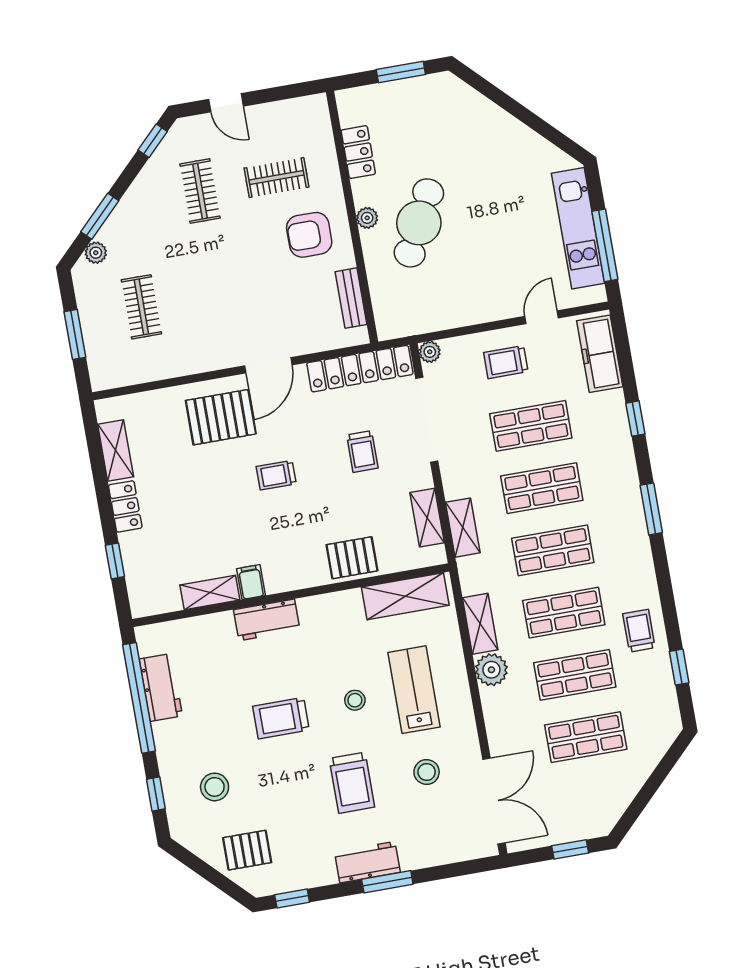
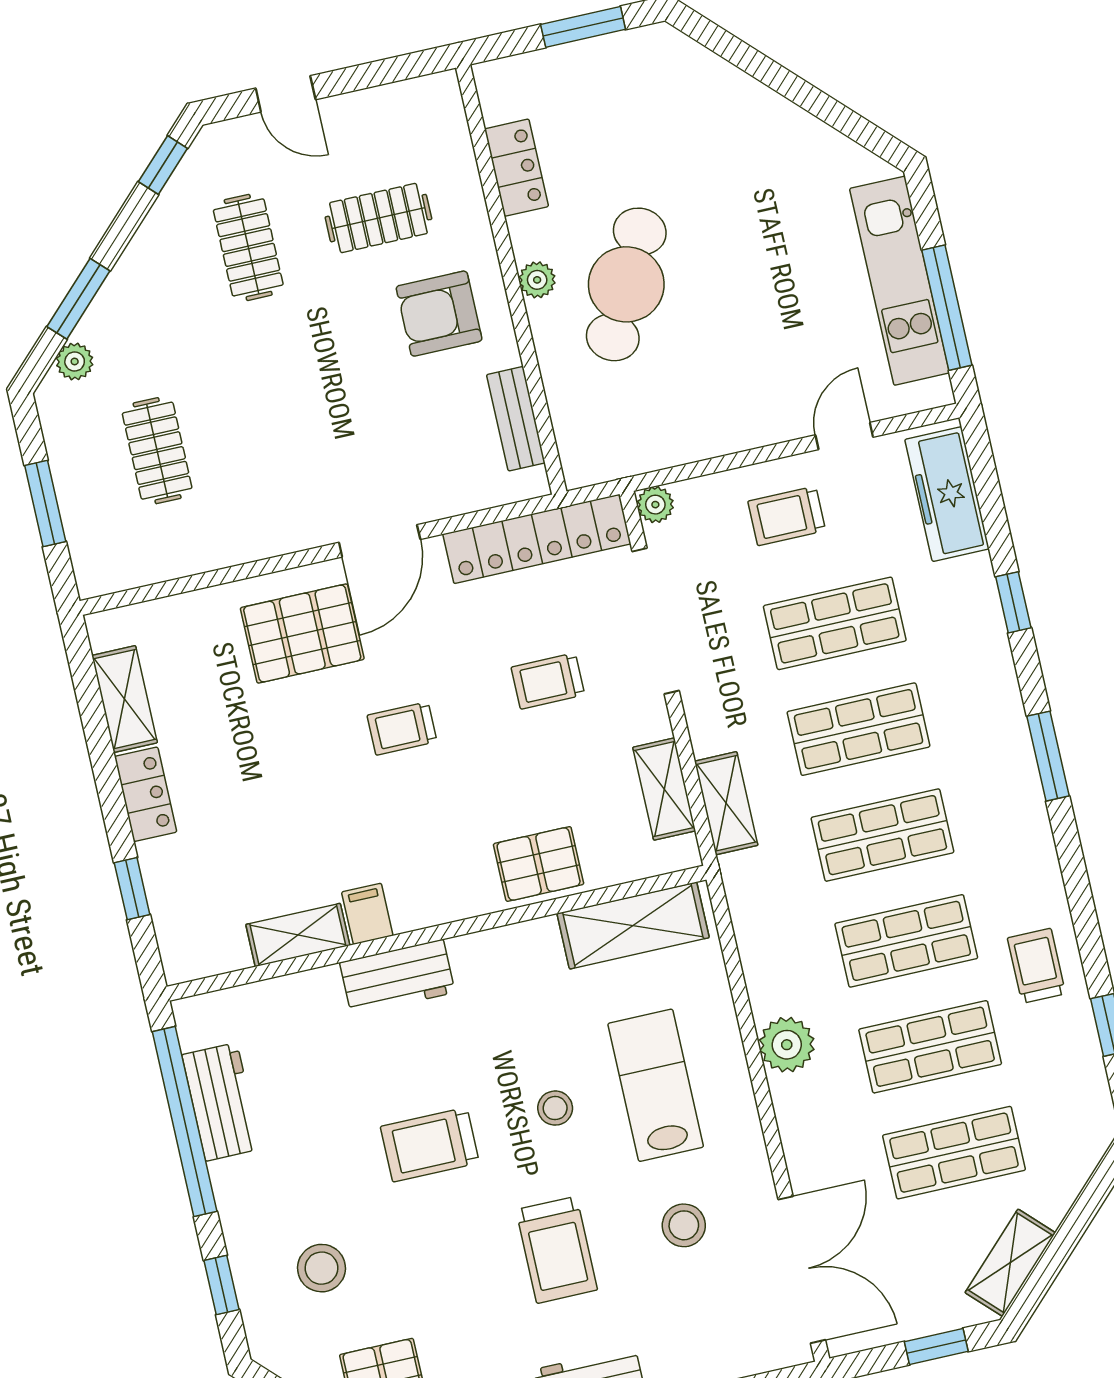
trolley: (362, 452) -> (548, 681), turned 90
shelving: (480, 624) -> (1010, 1263), moved, turned 45

